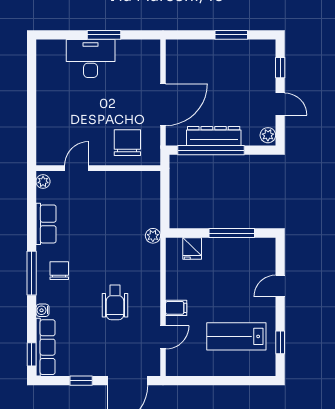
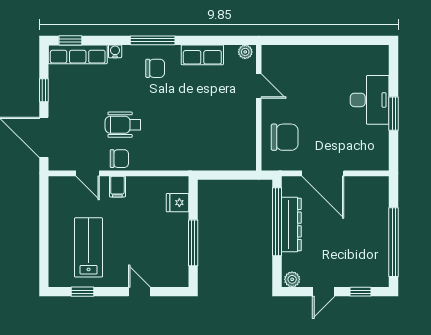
window: (231, 35) -> (394, 242), width x2.11
plant: (153, 236) -> (190, 163), removed
chair: (149, 306) -> (119, 159), added

